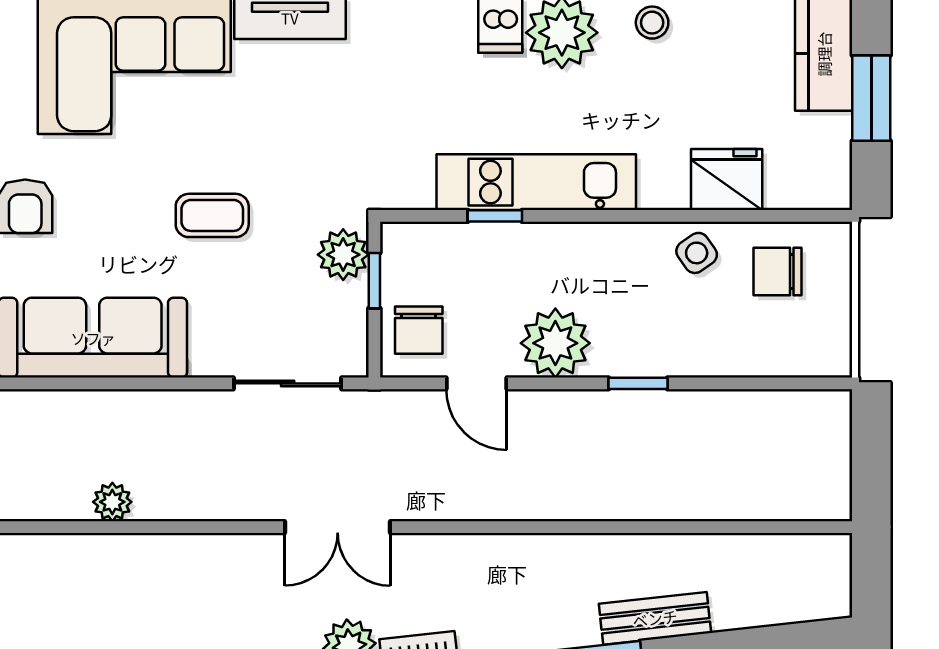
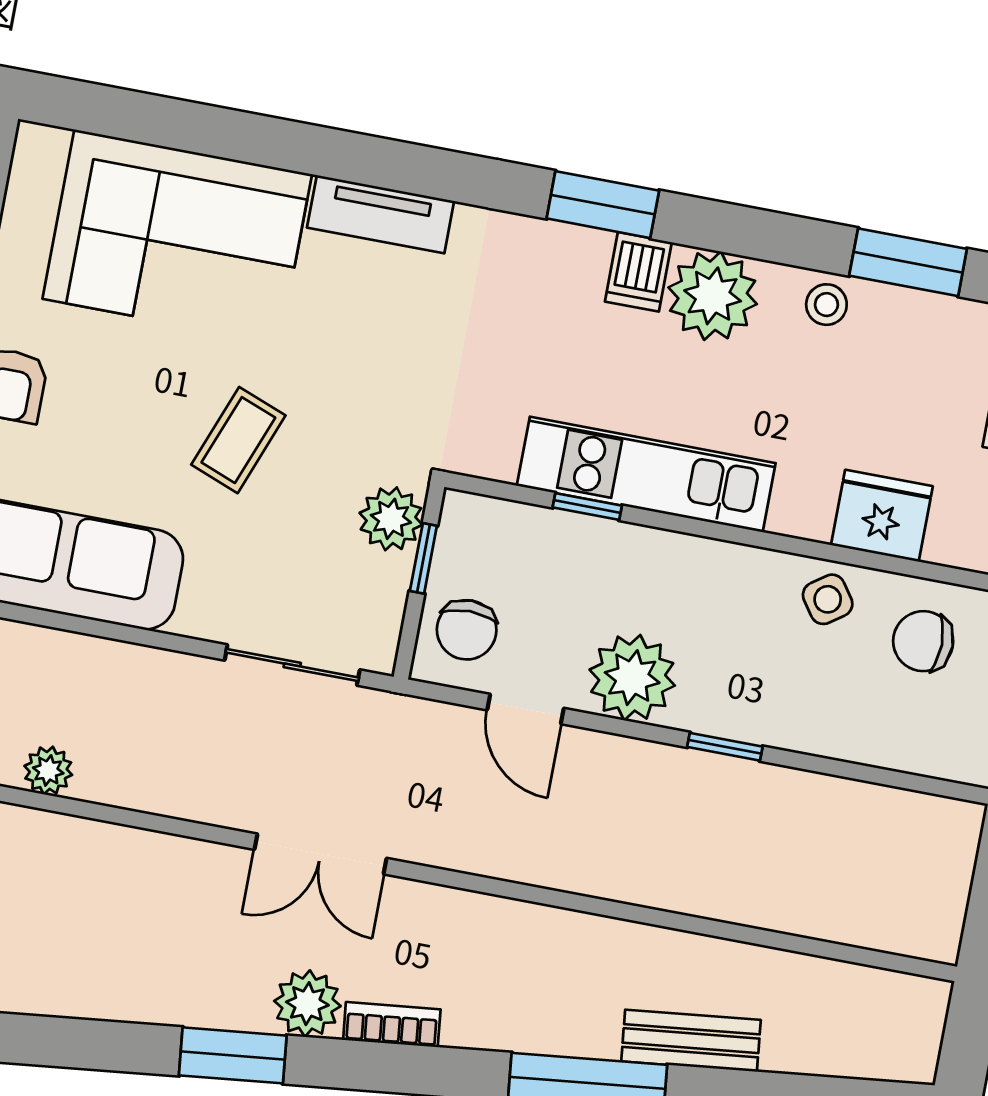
coffee table: (212, 215) -> (238, 440), turned -69

